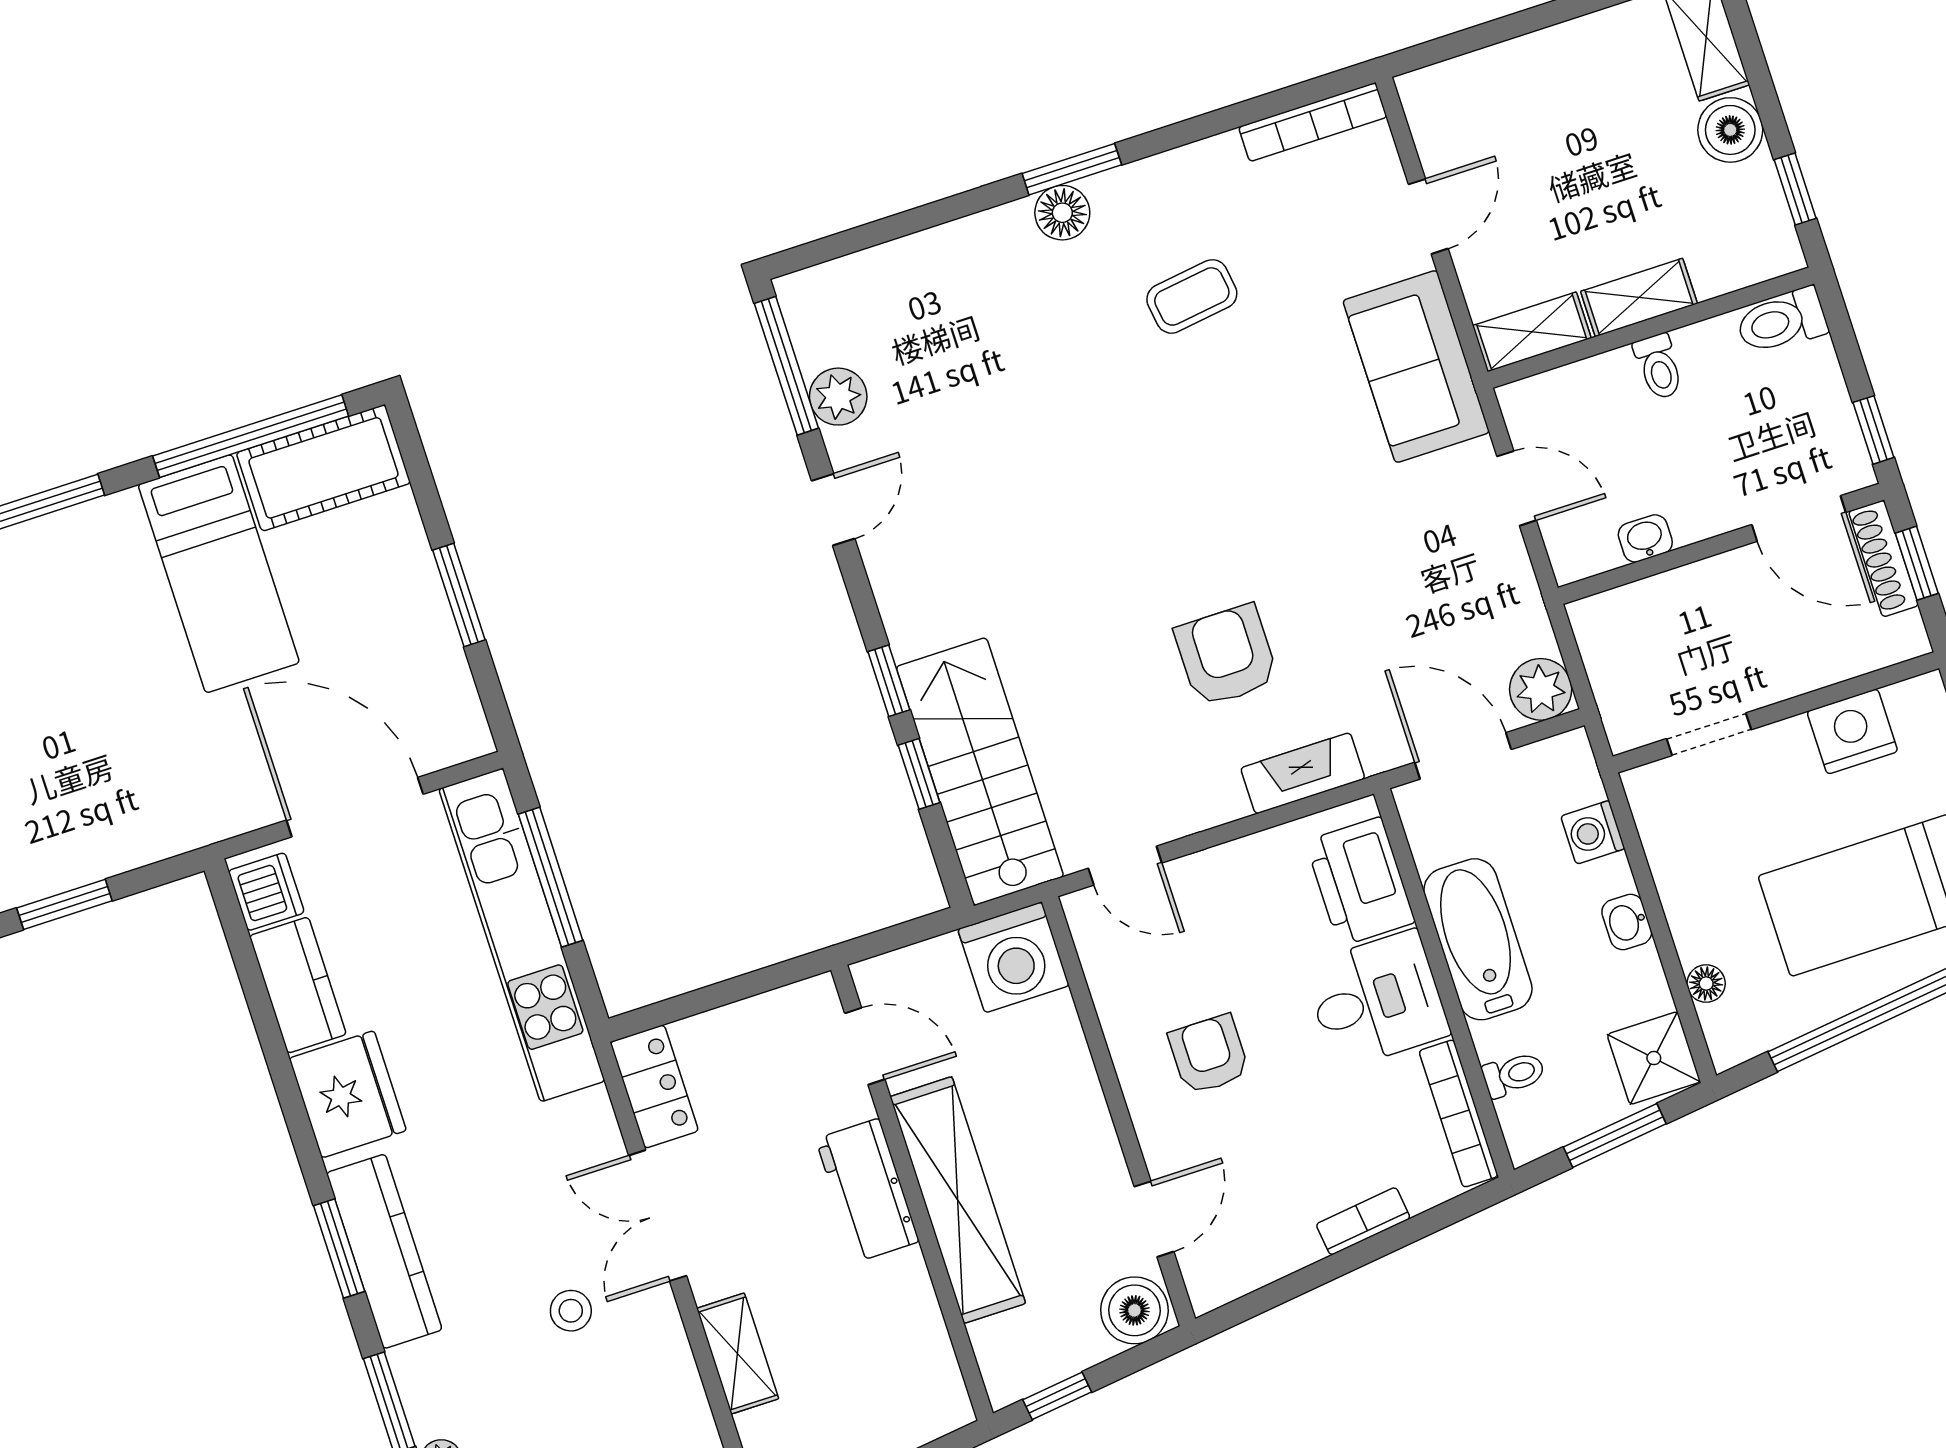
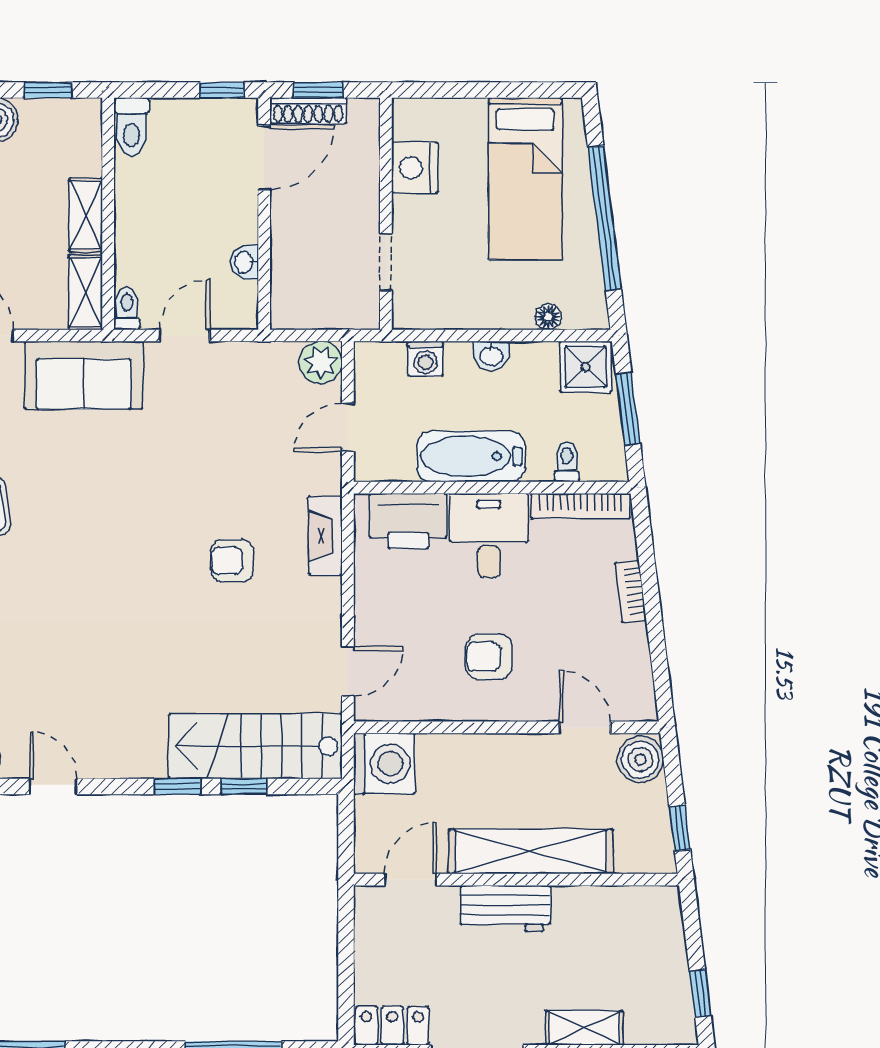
toilet: (1659, 367) -> (127, 308), moved, turned -90
armchair: (1226, 656) -> (232, 561), width x0.72, depth x0.72
door: (1463, 756) -> (348, 427), width x0.73

